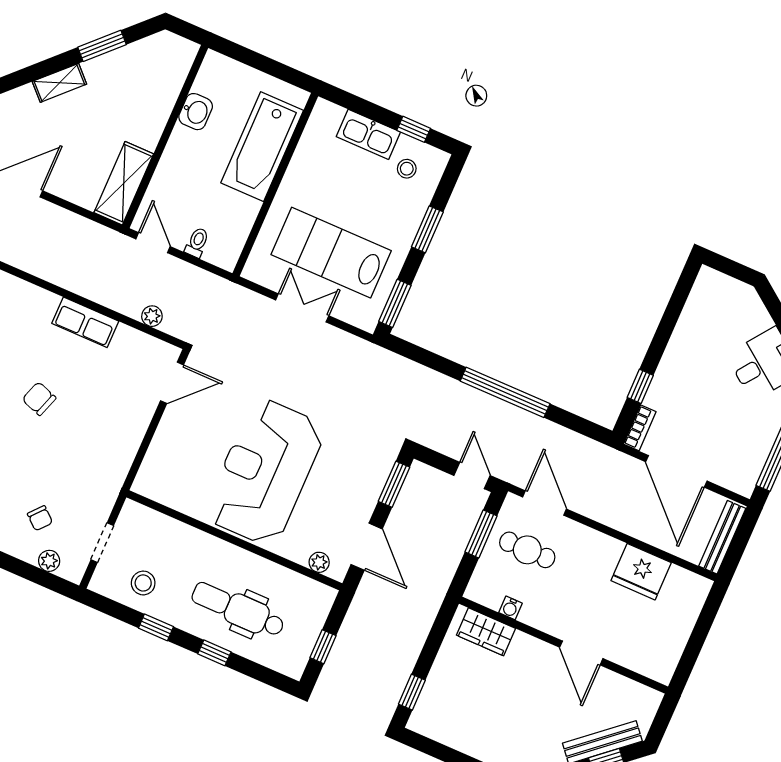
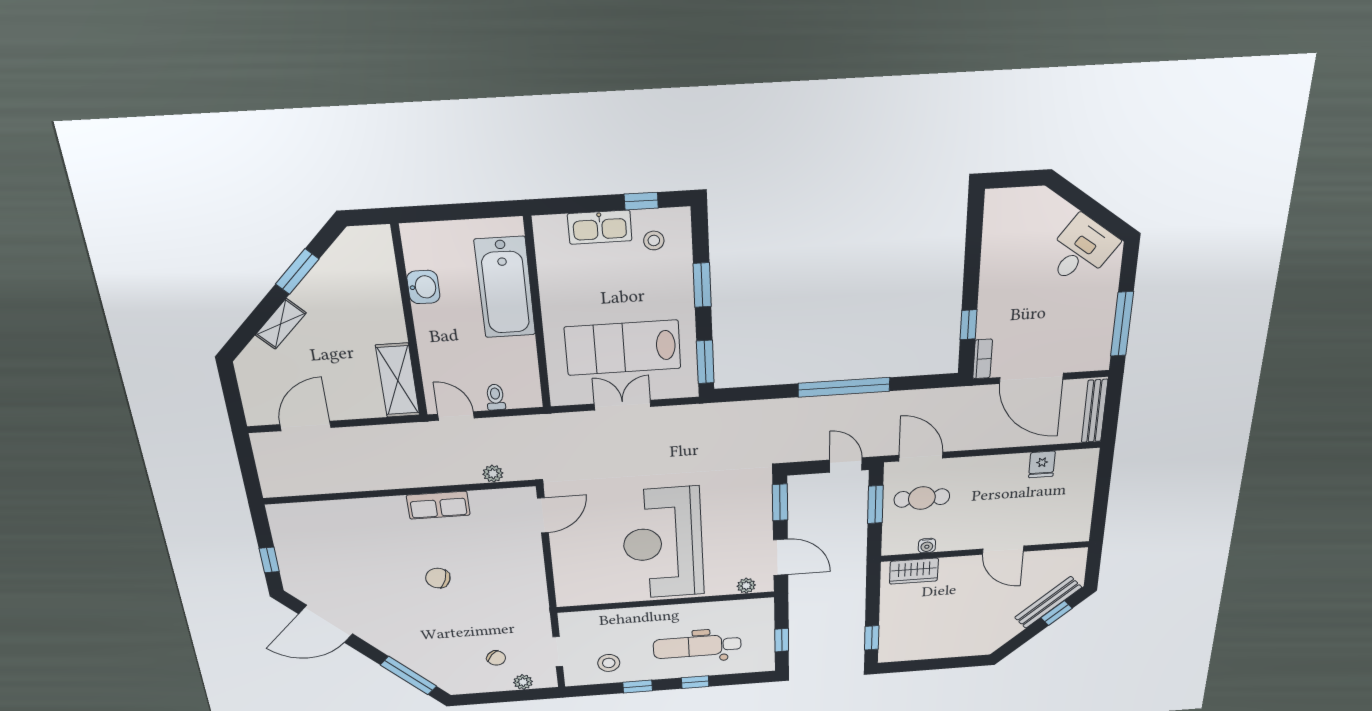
fridge: (641, 572) -> (1042, 464), width x0.53, depth x0.75

